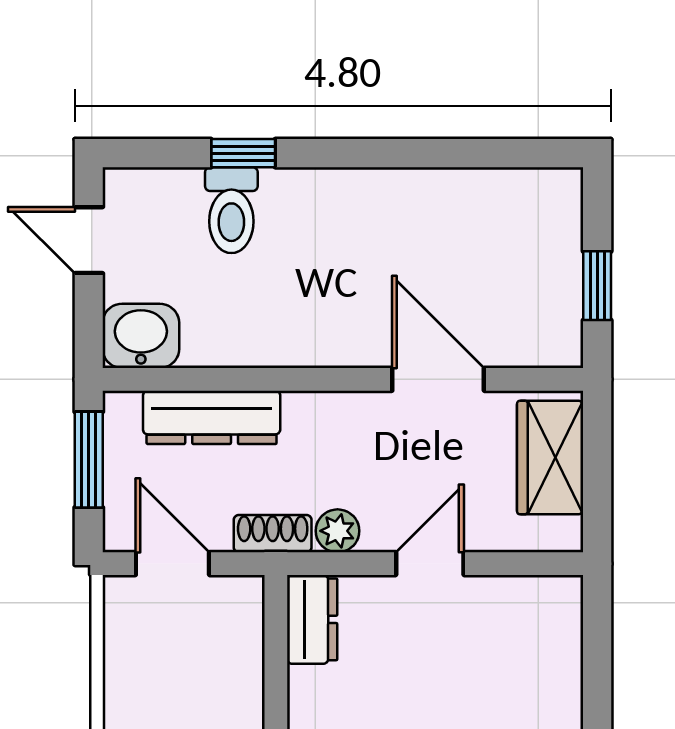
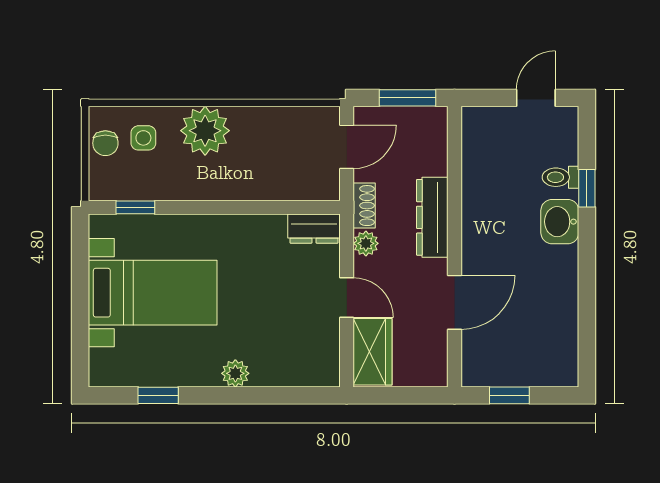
toilet: (231, 210) -> (561, 177), width x0.73, depth x0.72
washbasin: (141, 336) -> (560, 222), moved, turned 180
dresser: (212, 417) -> (432, 217), moved
wardrobe: (550, 458) -> (372, 352), moved, turned 90

